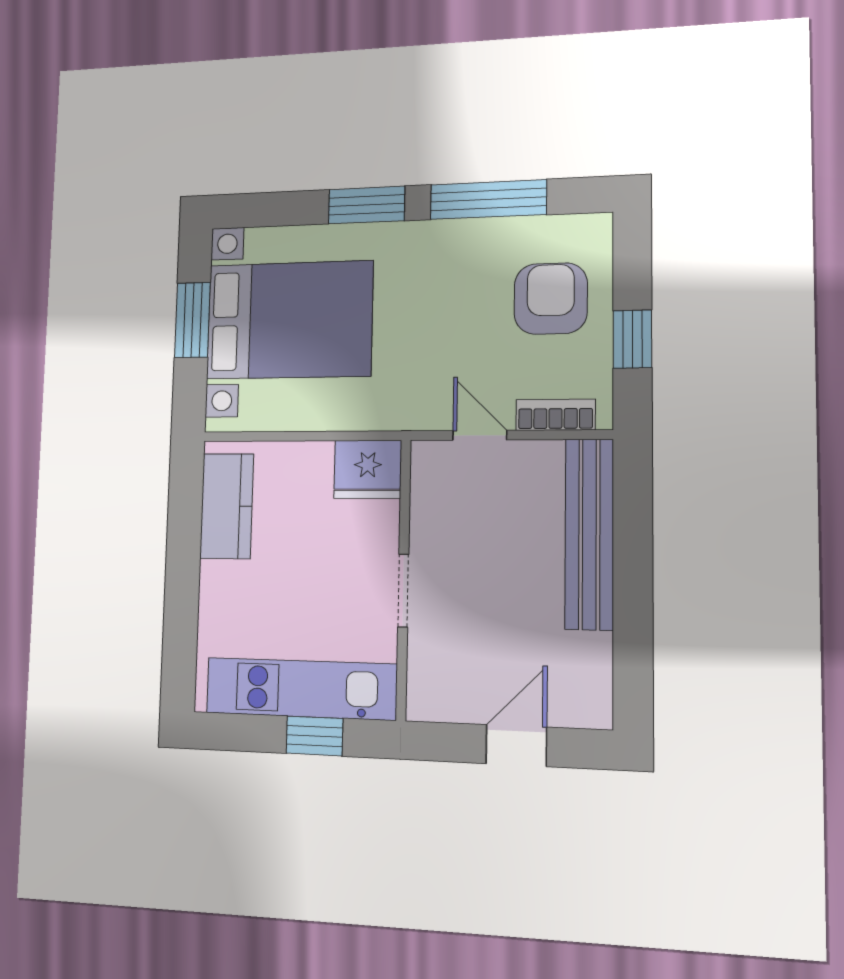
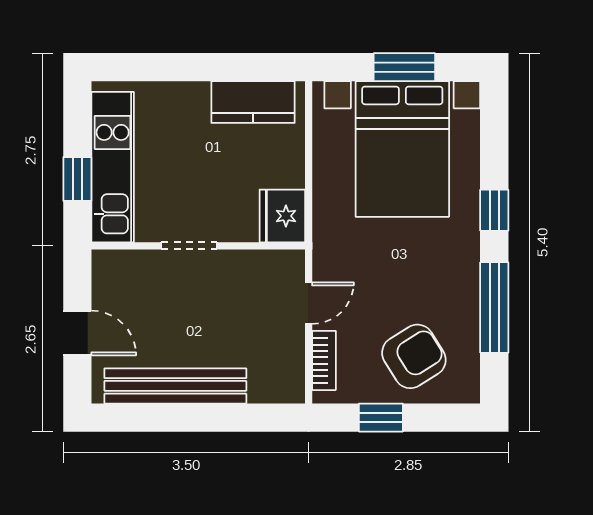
window: (367, 205) -> (494, 210), width x0.67
armchair: (551, 299) -> (414, 356), turned -32
bench: (589, 534) -> (175, 386), moved

